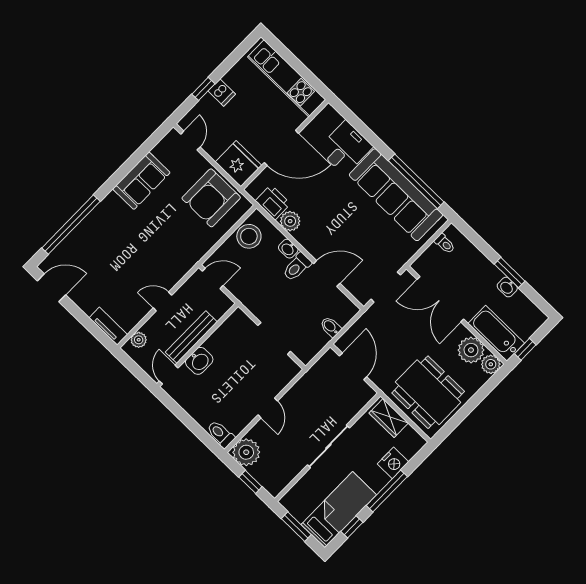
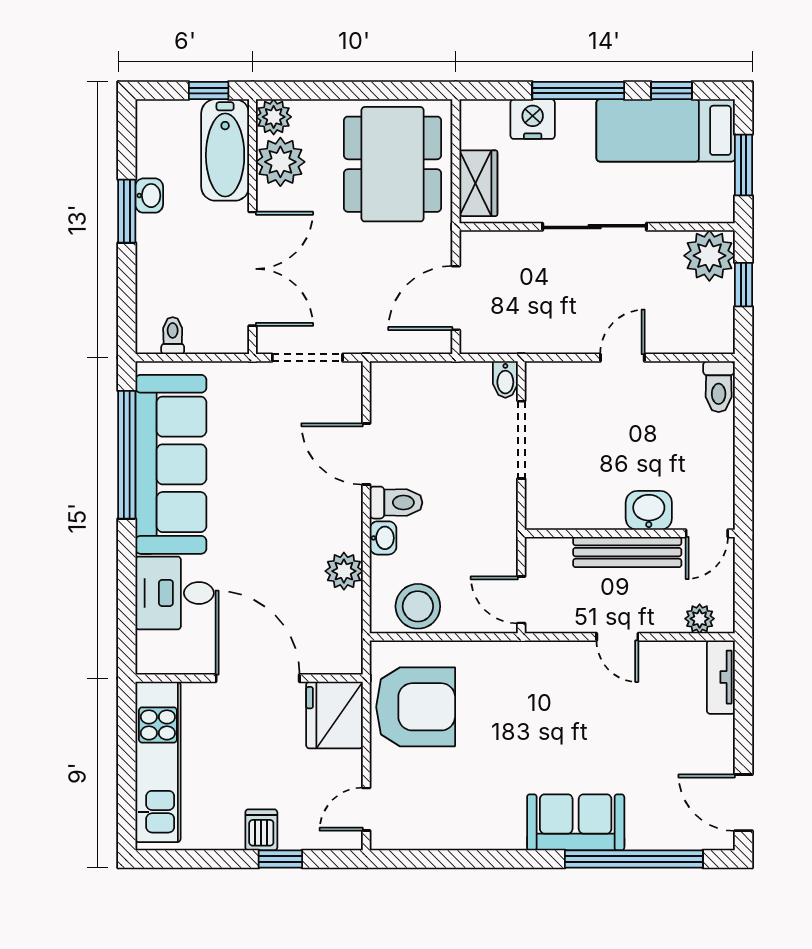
sofa: (141, 181) -> (576, 822), moved
printer: (273, 202) -> (341, 619), removed
bidet: (331, 327) -> (505, 379), moved
plant: (246, 452) -> (709, 256), moved

